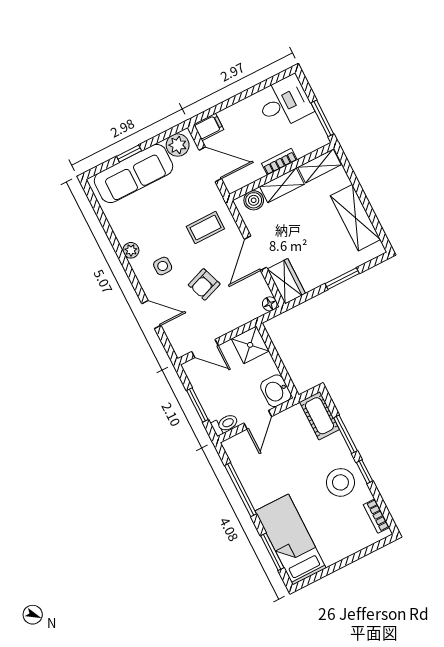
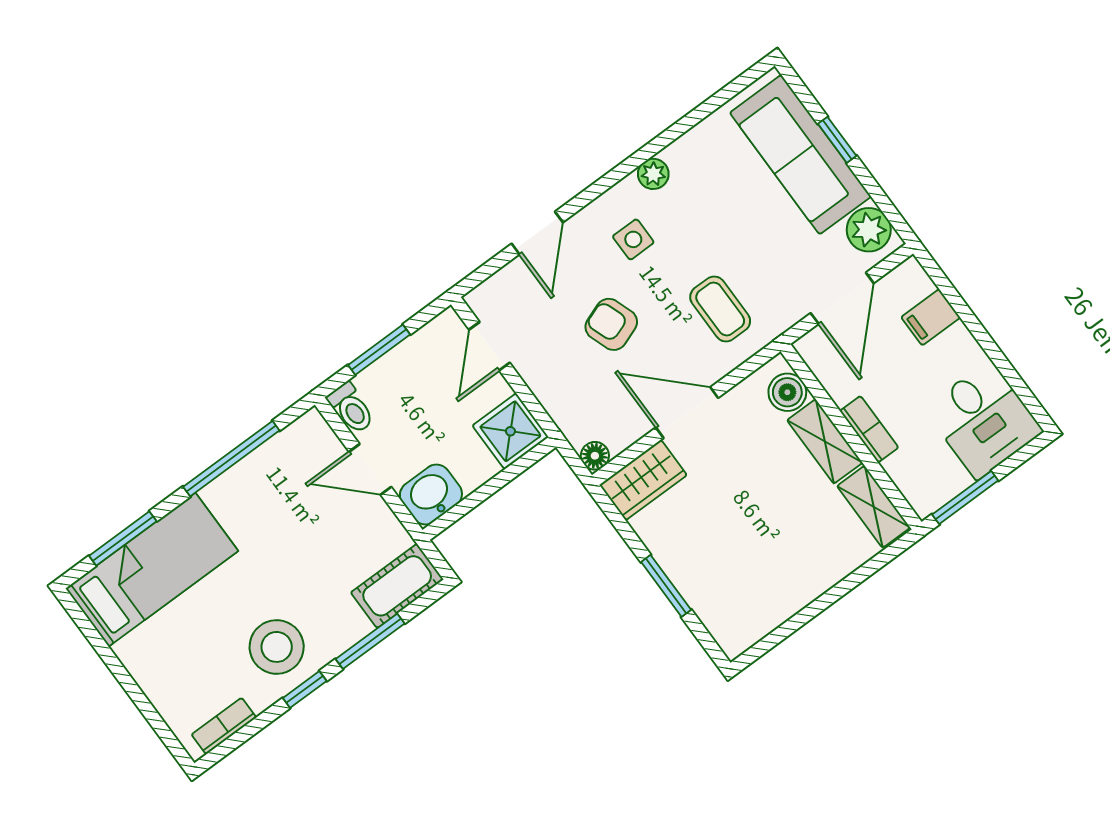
filing cabinet: (209, 127) -> (931, 317), moved, turned 90
shelving: (355, 218) -> (786, 592), removed

